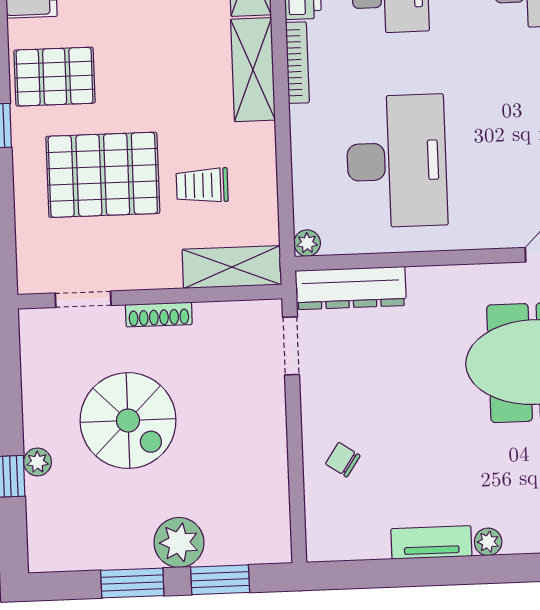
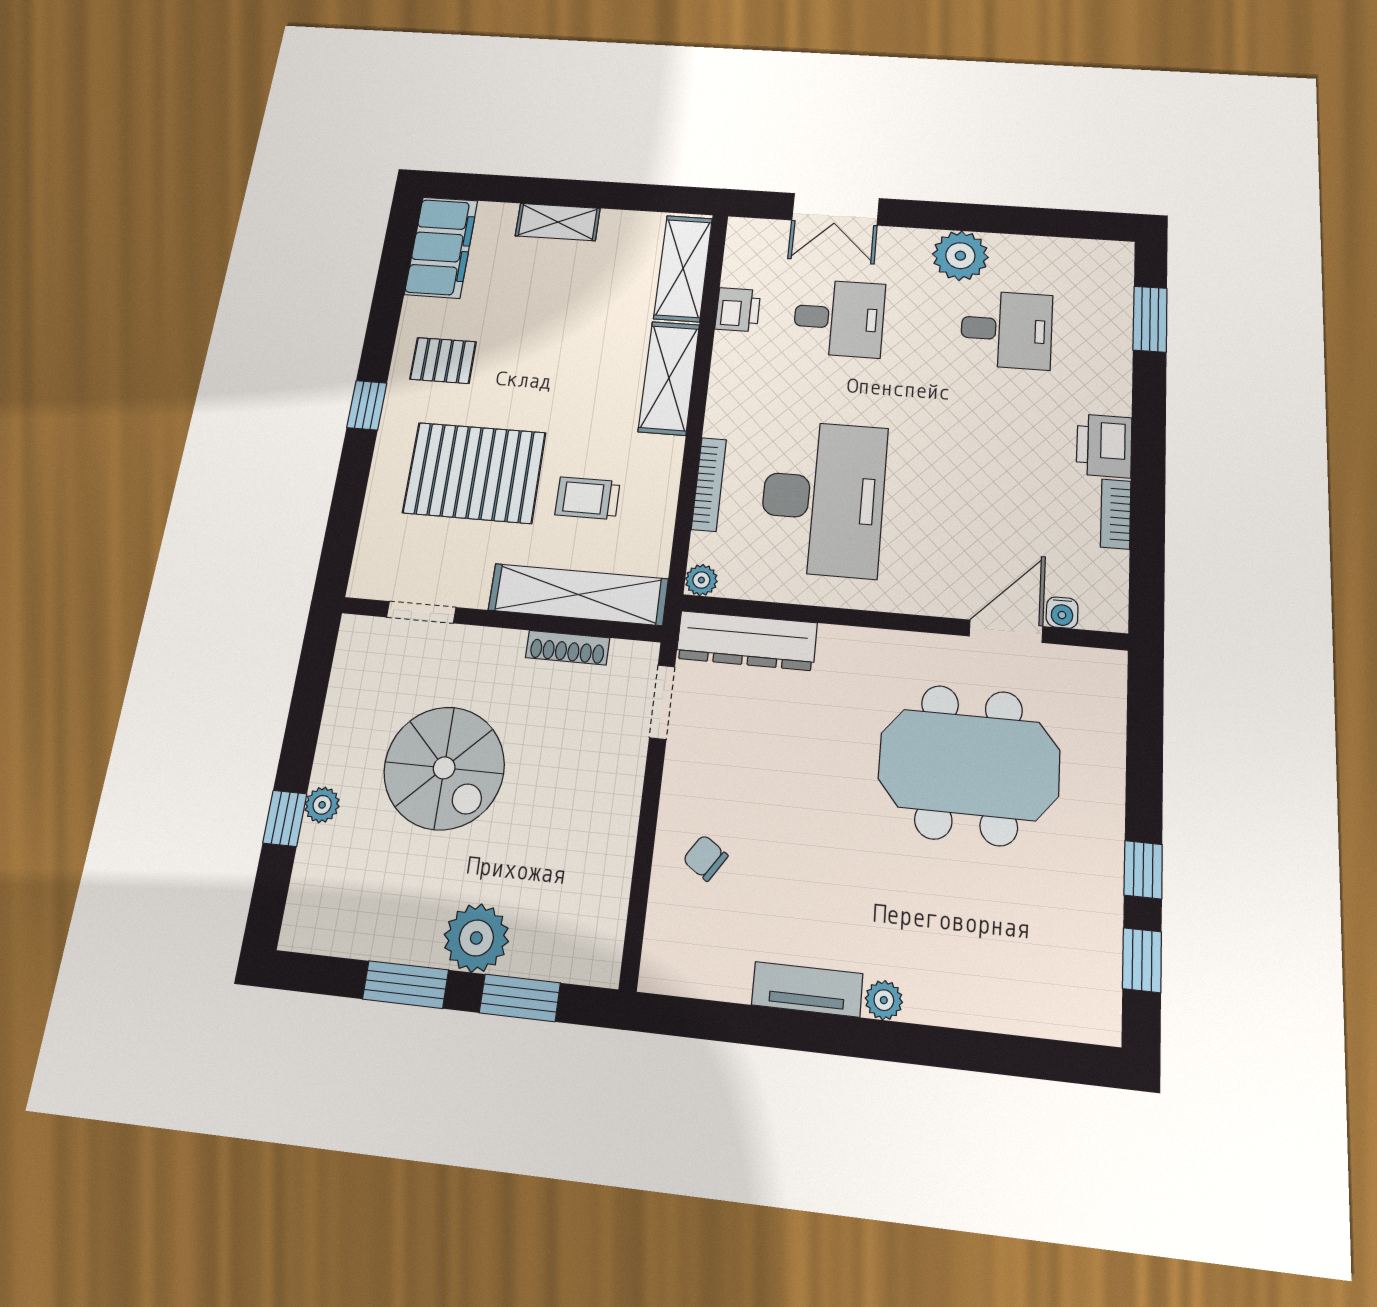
bookcase: (297, 63) -> (709, 484), moved
pallet: (55, 77) -> (443, 360), width x0.67, depth x0.71
shelving: (232, 267) -> (578, 594), width x1.47
shoe rack: (159, 315) -> (568, 648), moved

